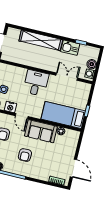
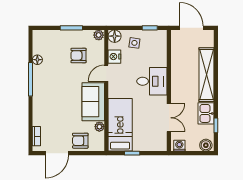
boiler: (92, 64) -> (206, 145), moved
armchair: (25, 155) -> (80, 141), moved

